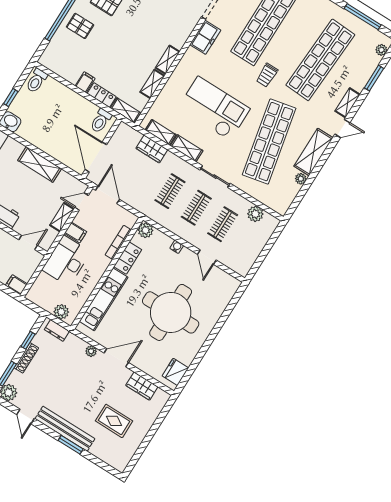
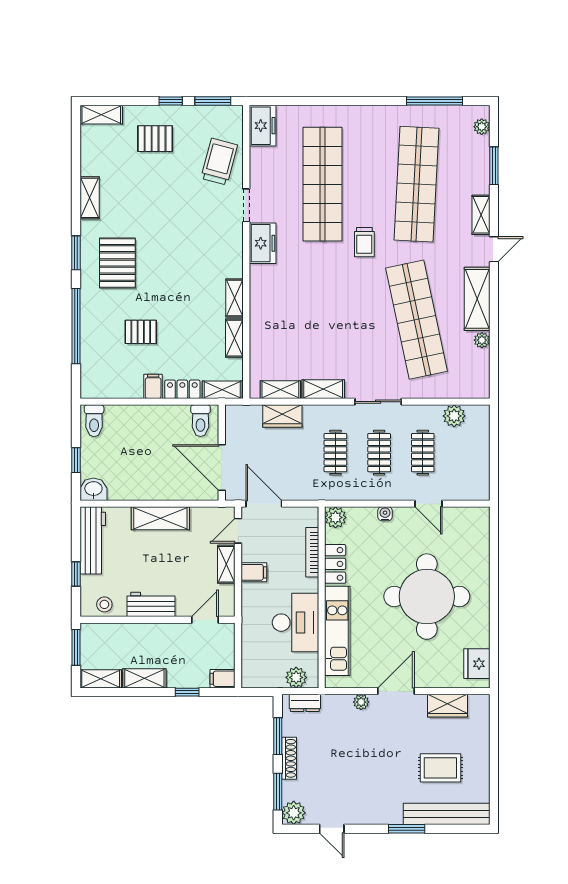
pallet: (80, 26) -> (141, 332), moved
checkout: (214, 108) -> (326, 321), removed
desk: (66, 261) -> (295, 623), moved, turned 180
window: (28, 340) -> (278, 736), width x1.50
bench: (65, 429) -> (447, 814), moved

